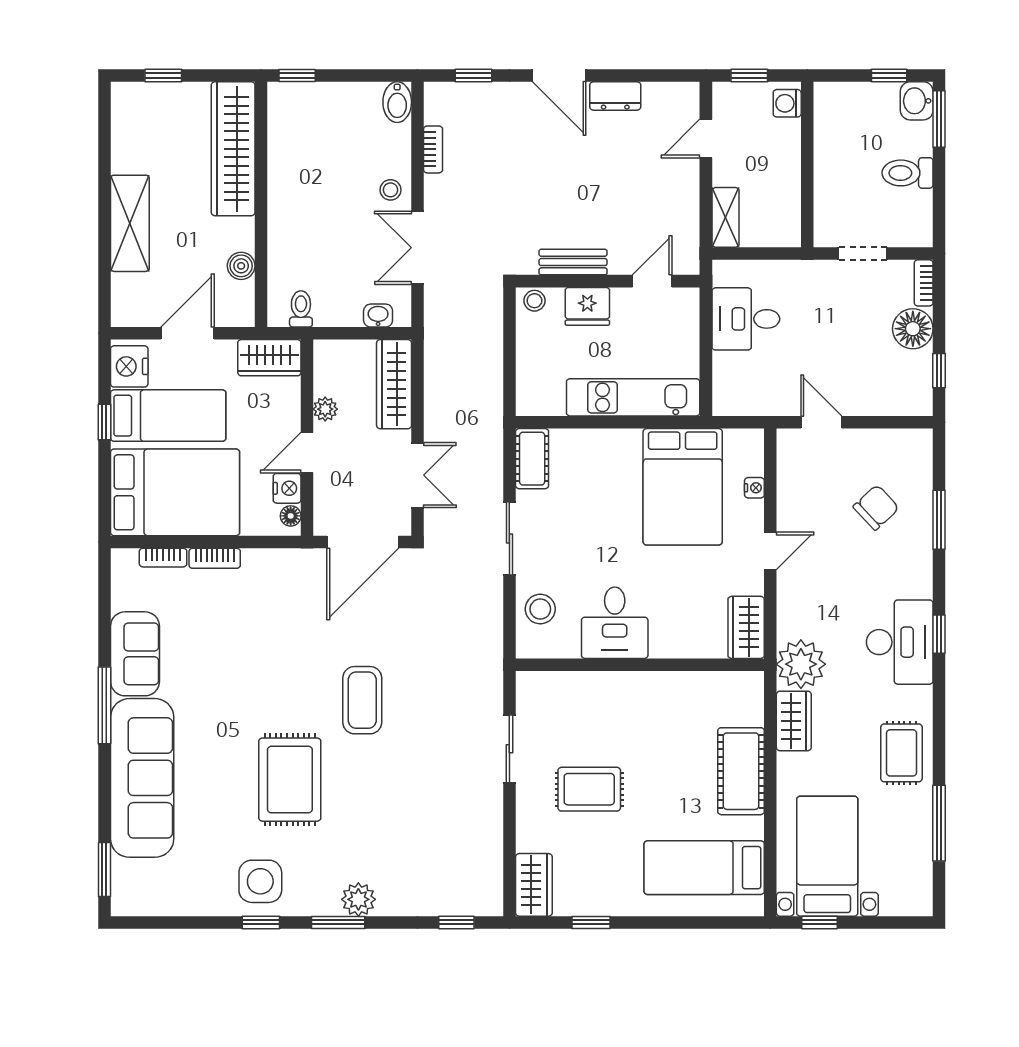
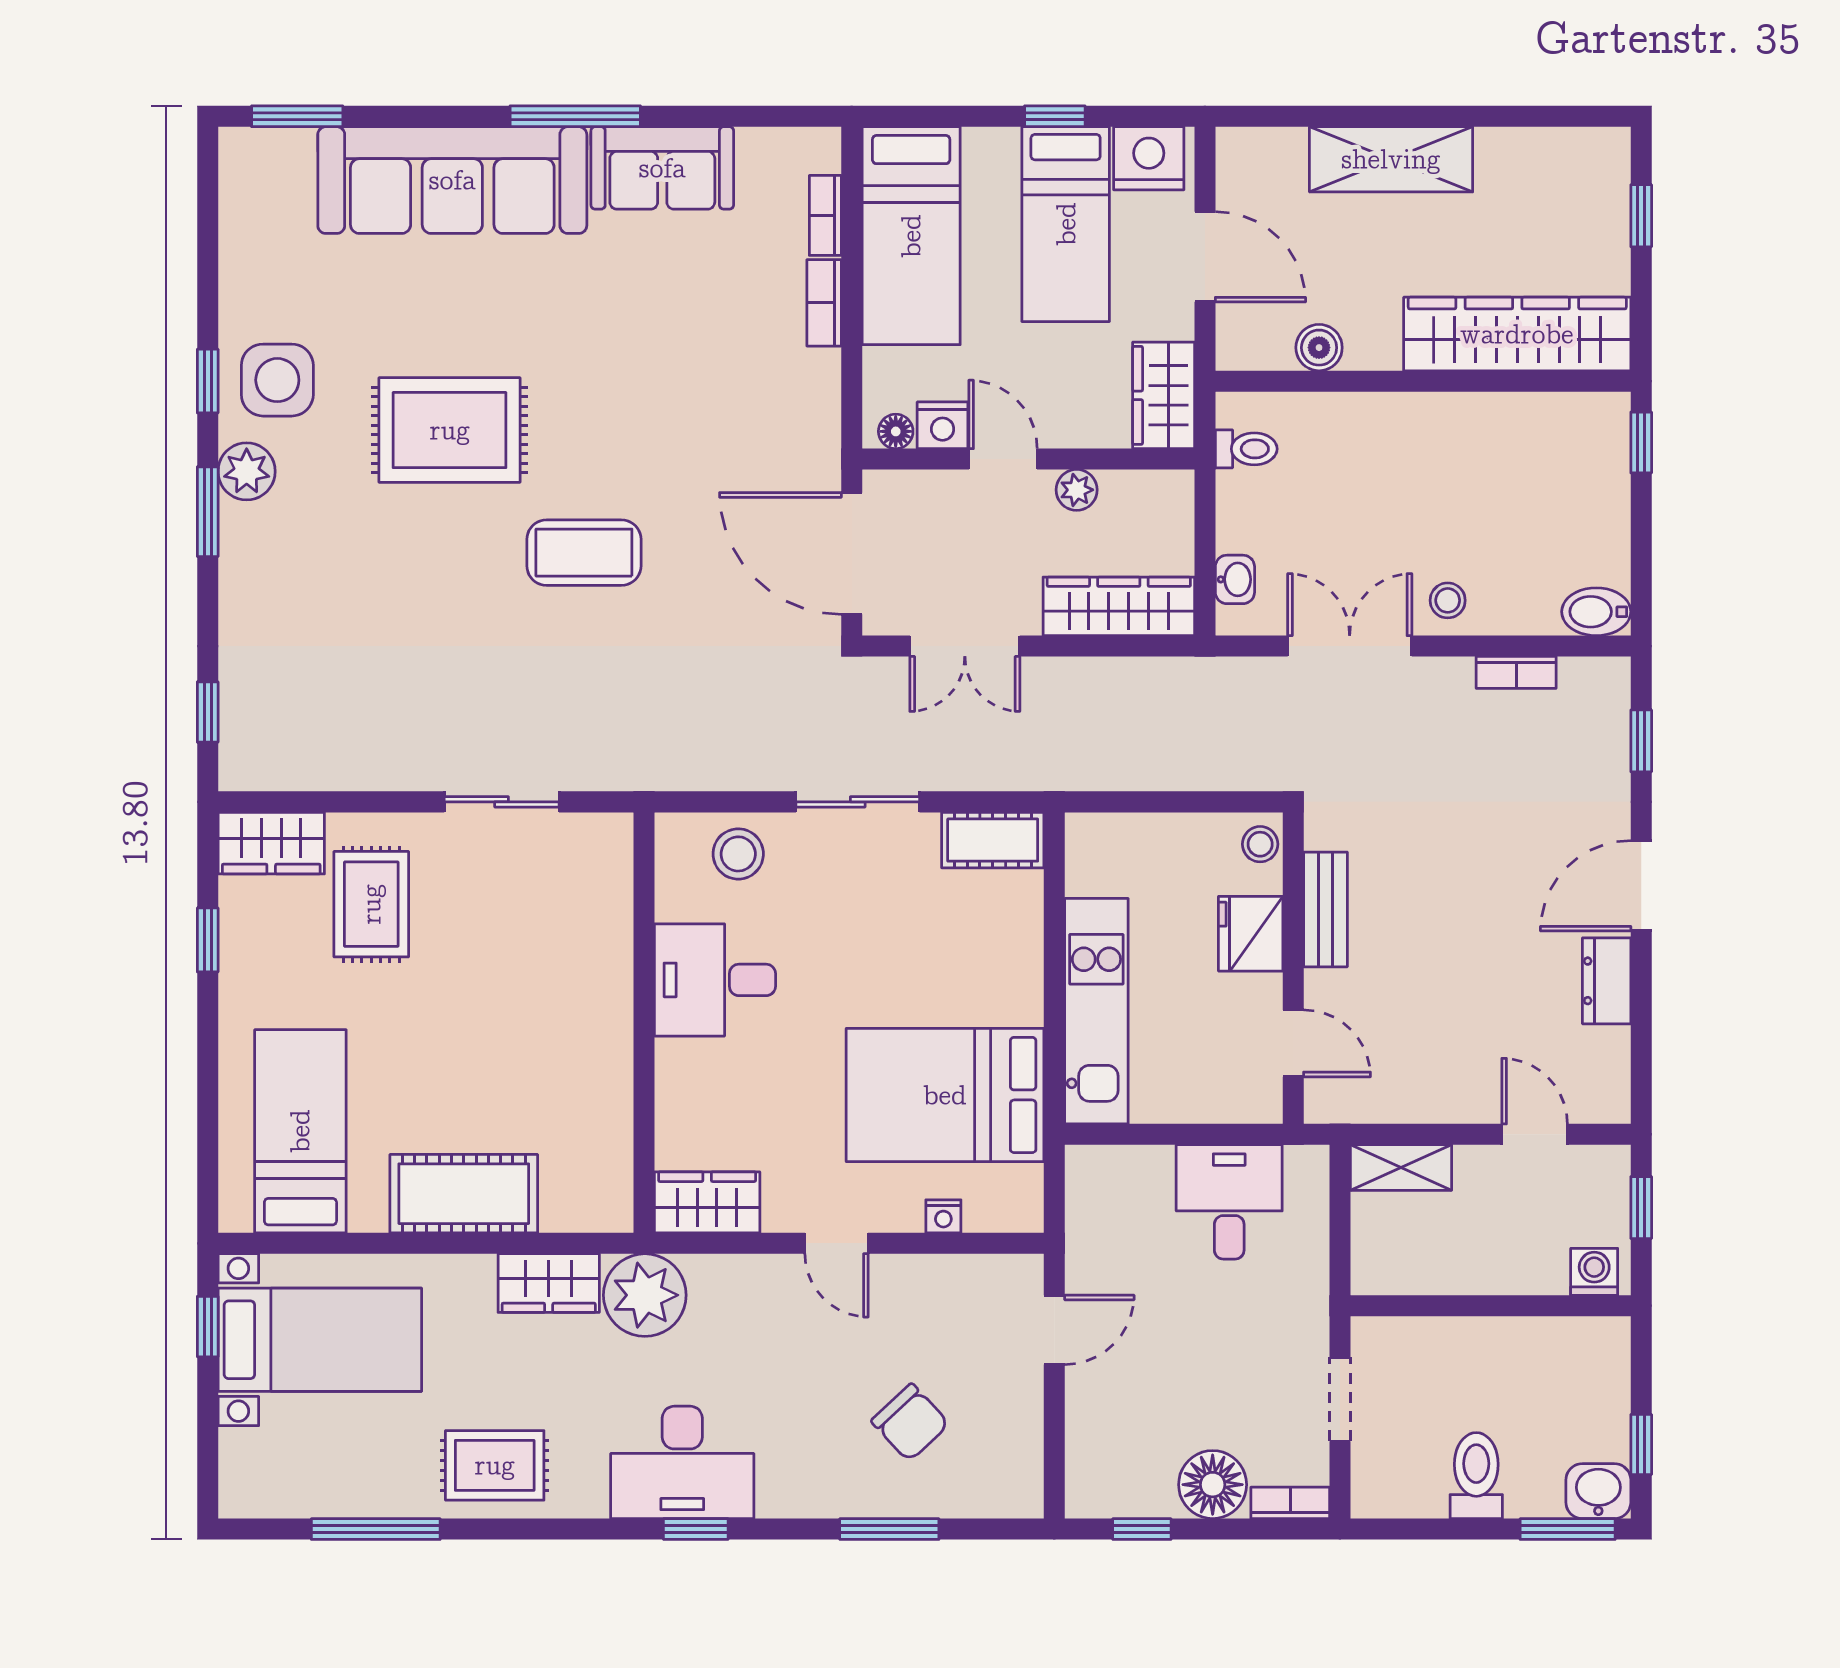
bed: (175, 492) -> (911, 236), width x0.67
rug: (589, 789) -> (371, 904), moved
plant: (358, 899) -> (247, 471), moved

